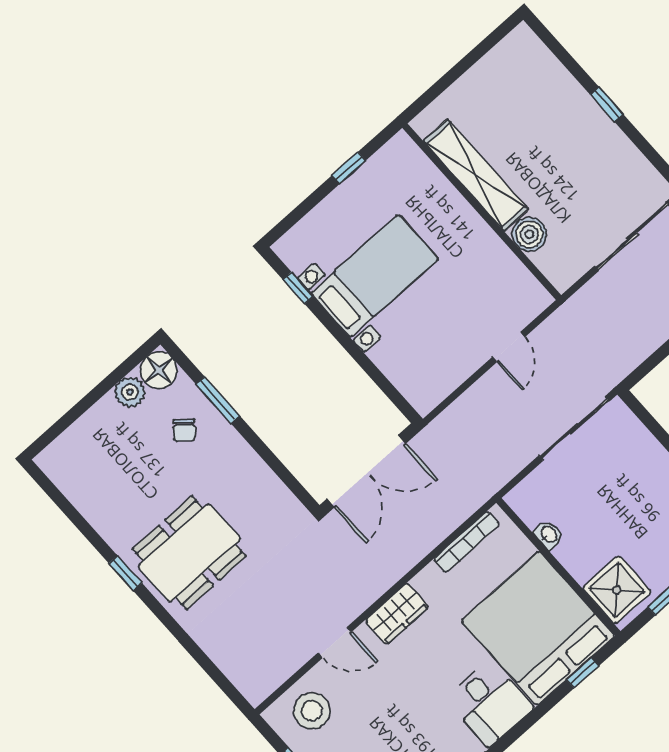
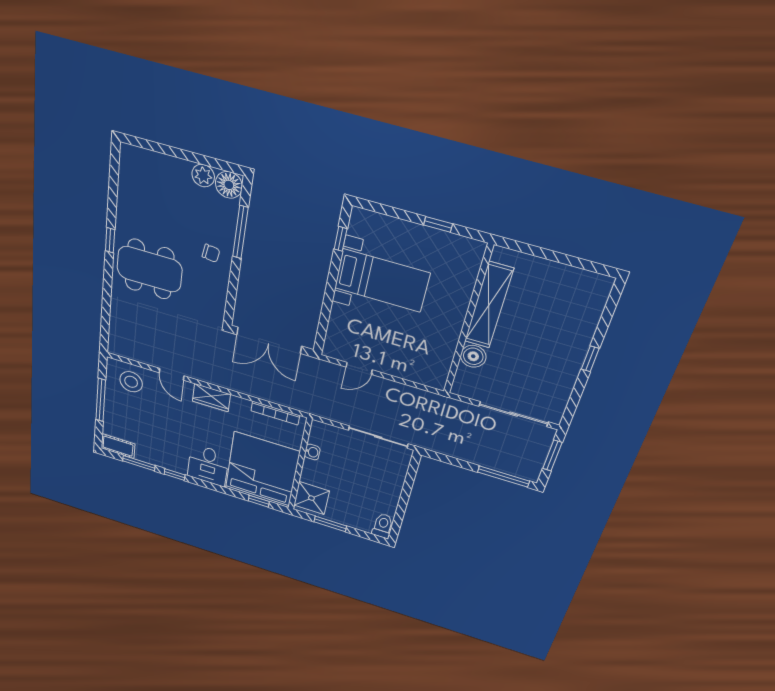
door: (509, 347) -> (359, 368), moved
window: (218, 400) -> (240, 232), width x1.44
chair: (184, 430) -> (211, 253), moved, turned -122

